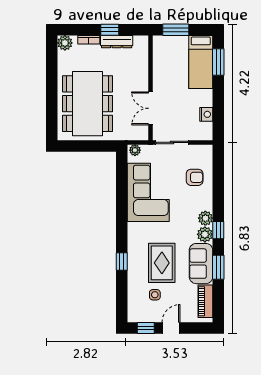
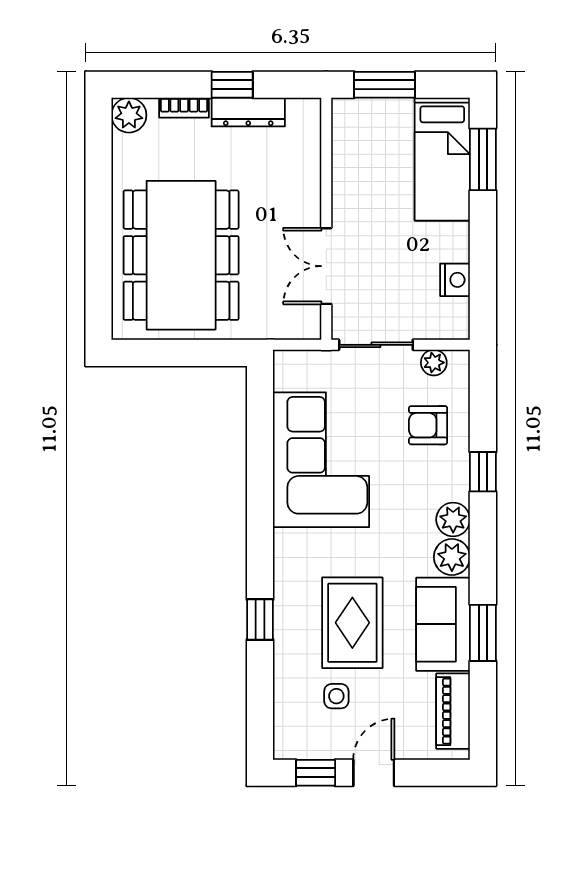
plant: (135, 150) -> (434, 363), moved
armchair: (195, 177) -> (428, 425), turned 180
window: (218, 230) -> (483, 472), moved

